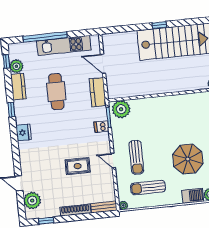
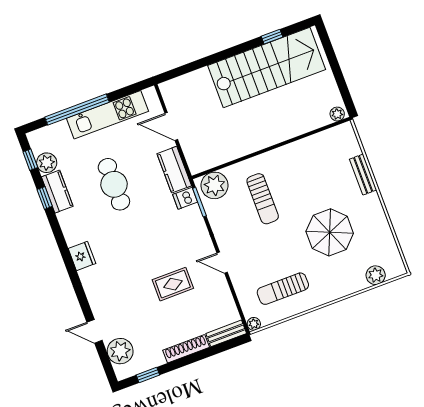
window: (159, 25) -> (272, 37), moved
window: (11, 110) -> (45, 198), moved
dishwasher: (101, 127) -> (185, 198), moved
sun lounger: (136, 157) -> (263, 199), moved
barbecue: (193, 196) -> (351, 284), removed

